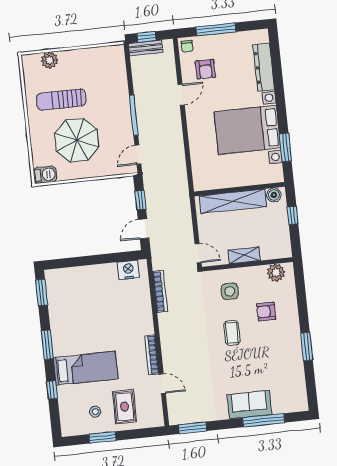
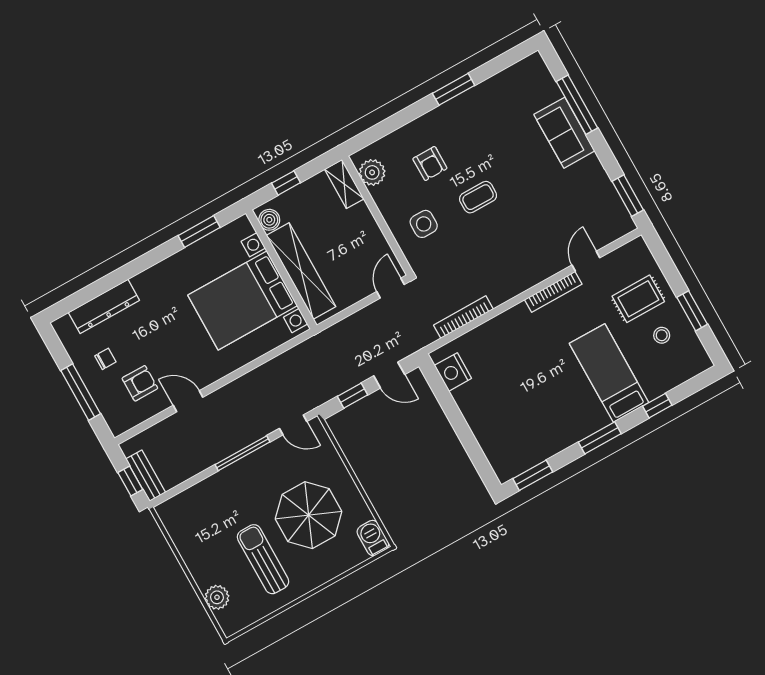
chair: (187, 46) -> (105, 359), moved
sun lounger: (61, 100) -> (263, 559), turned 180
bed with nightstands: (247, 130) -> (243, 300), moved, turned 90
shelving: (244, 255) -> (344, 184), moved

